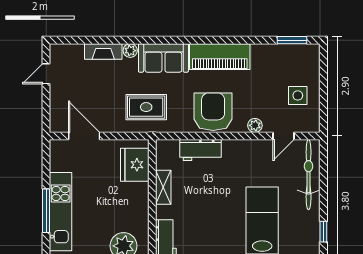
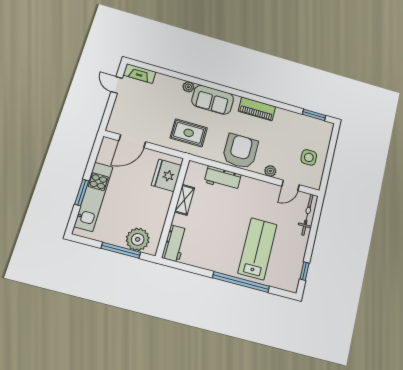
fireplace: (103, 51) -> (140, 73), moved
piano: (220, 57) -> (257, 109), width x0.73, depth x0.75
door: (46, 74) -> (117, 85), hinge flipped
door: (84, 136) -> (132, 141), swing flipped
bicycle: (309, 175) -> (307, 215), width x0.73, depth x0.71
window: (46, 211) -> (82, 193), width x0.69

